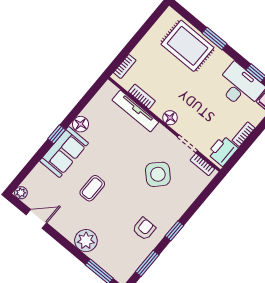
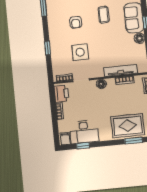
window: (215, 38) -> (133, 141), moved
side table: (158, 174) -> (80, 52), turned 45
armchair: (144, 229) -> (76, 22), moved
window: (174, 231) -> (48, 48), moved

